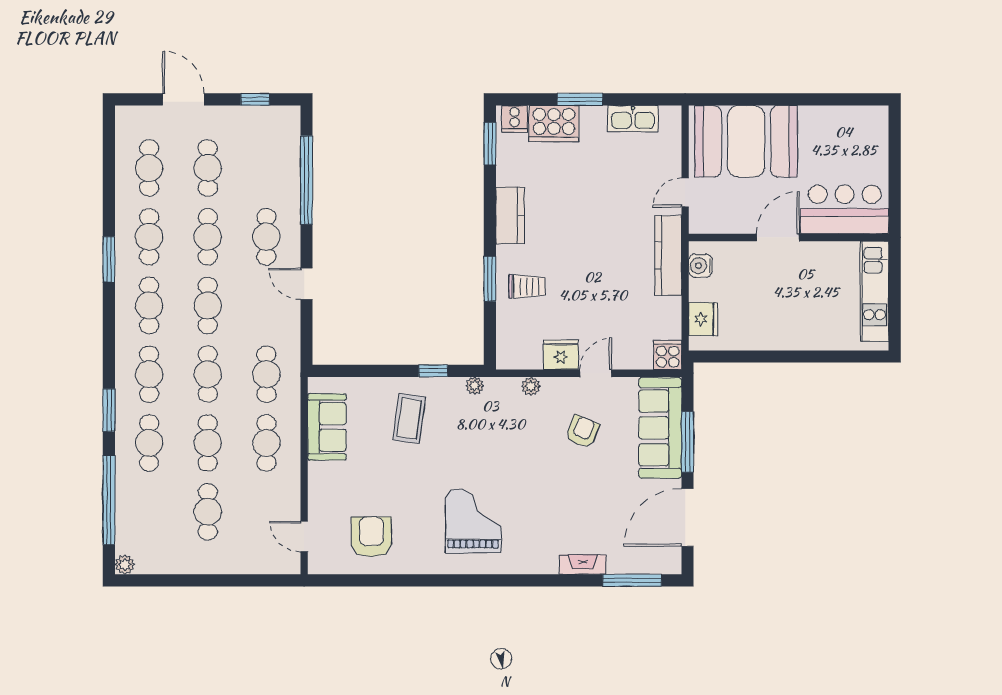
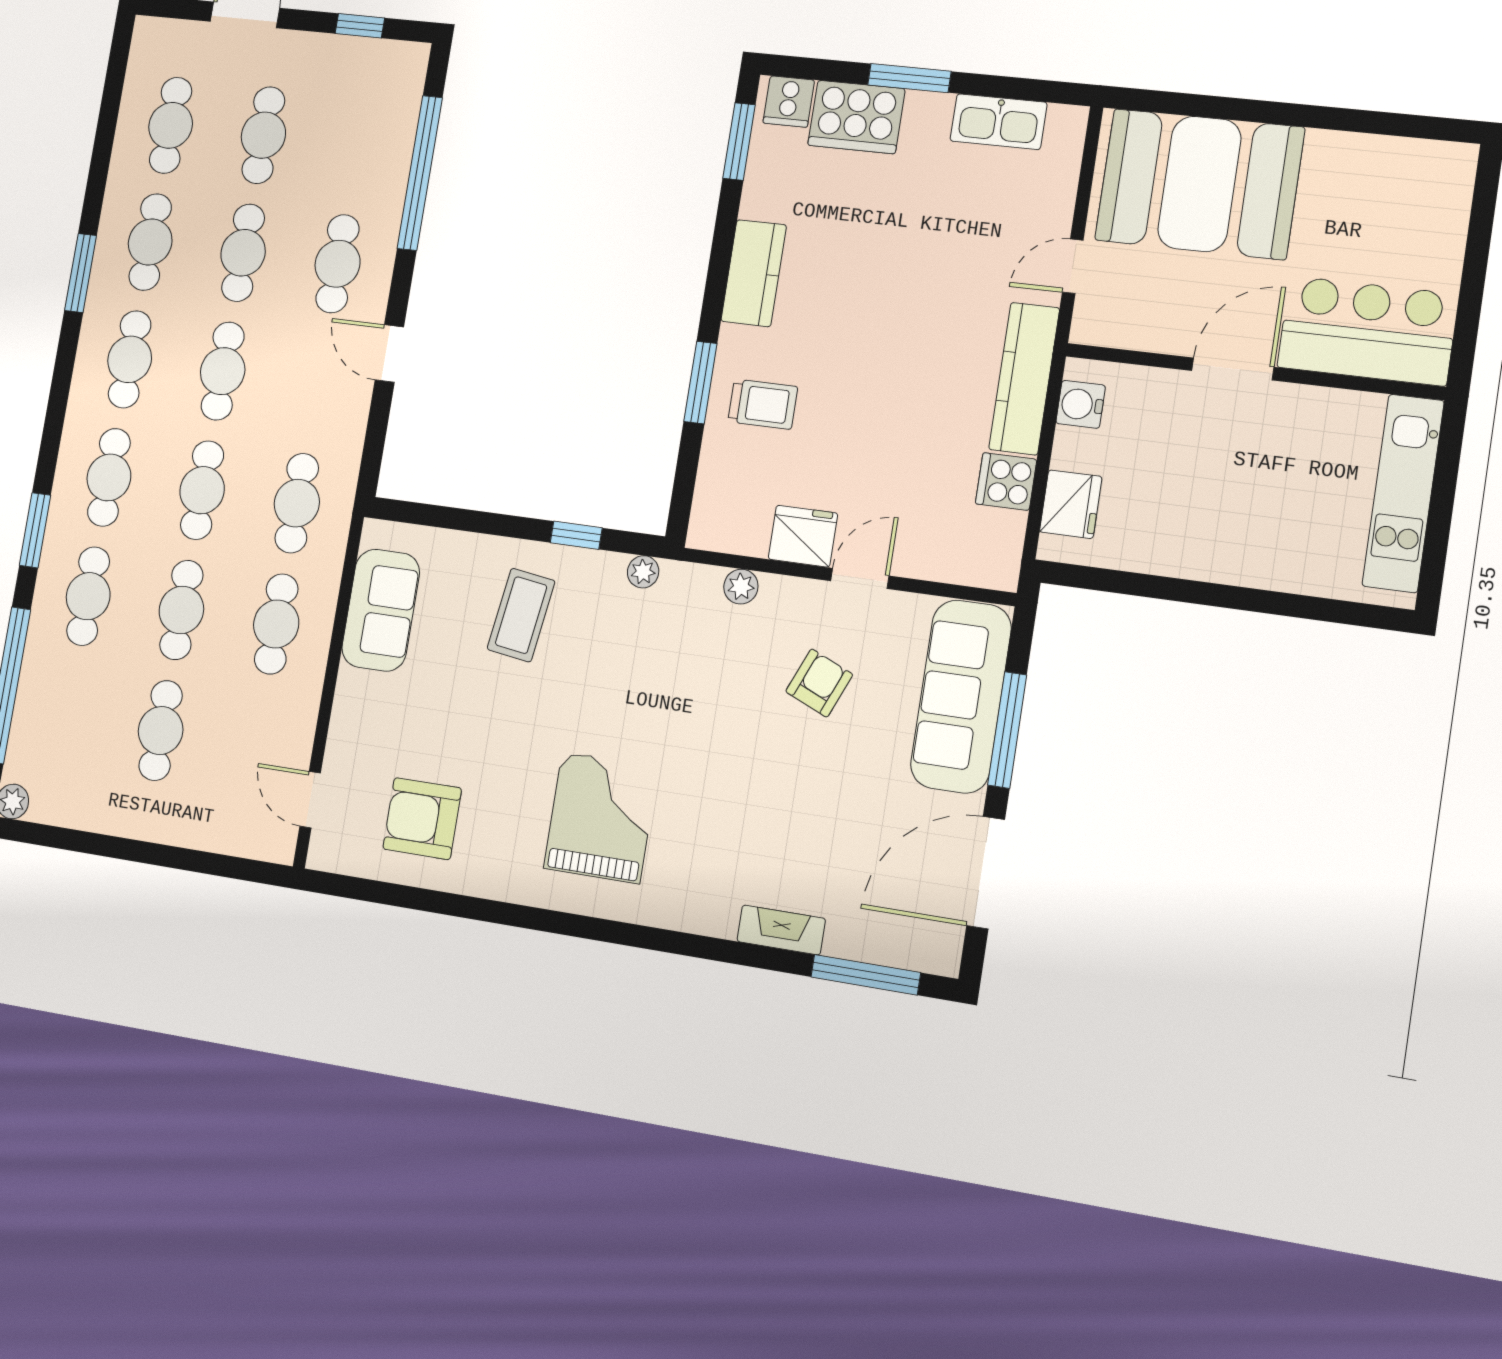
cooker: (668, 355) -> (1006, 482), moved, turned -90
armchair: (371, 537) -> (422, 819), turned -90

